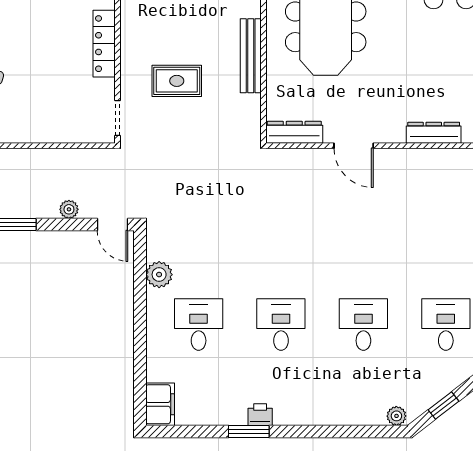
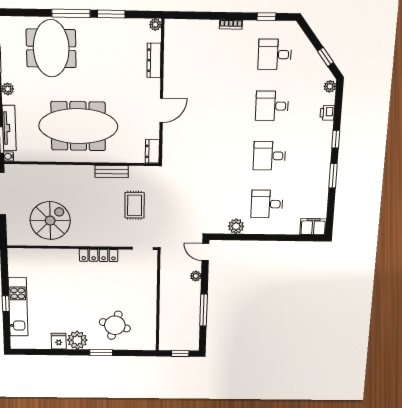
bench: (251, 56) -> (112, 171), width x0.73
rug: (177, 81) -> (135, 205), moved
dresser: (294, 132) -> (152, 151), width x0.70
door: (112, 225) -> (205, 252), swing flipped
printer: (260, 415) -> (327, 113), moved
window: (310, 432) -> (336, 139), added

